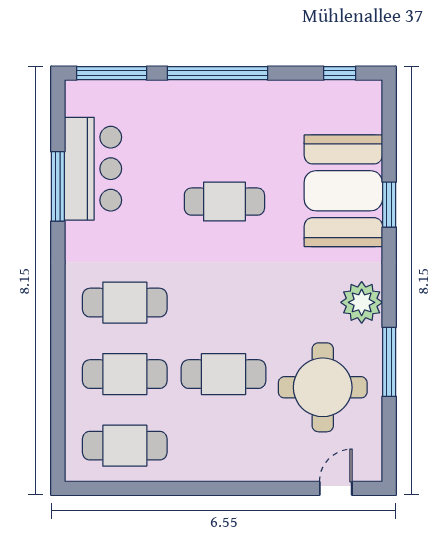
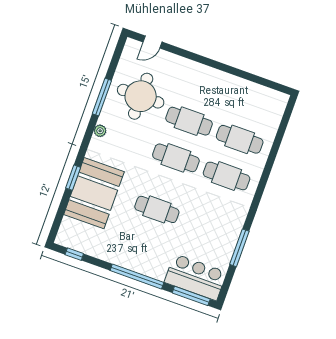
bar counter: (93, 169) -> (195, 277), moved, turned 90
plant: (362, 302) -> (100, 131), width x0.53, depth x0.53
cafe table: (125, 446) -> (176, 158), moved

